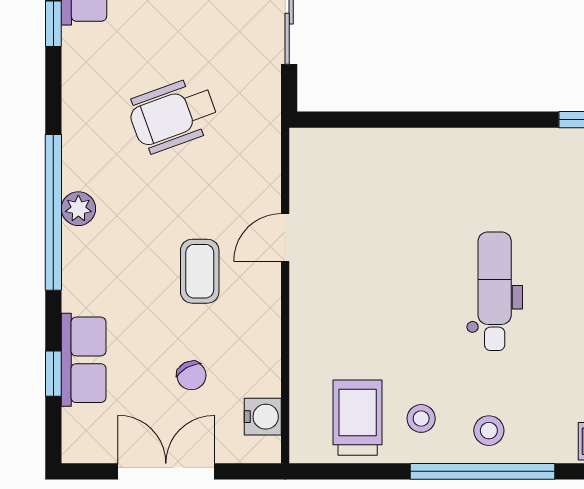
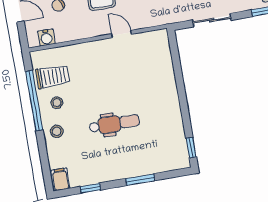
window: (482, 471) -> (34, 101), moved

